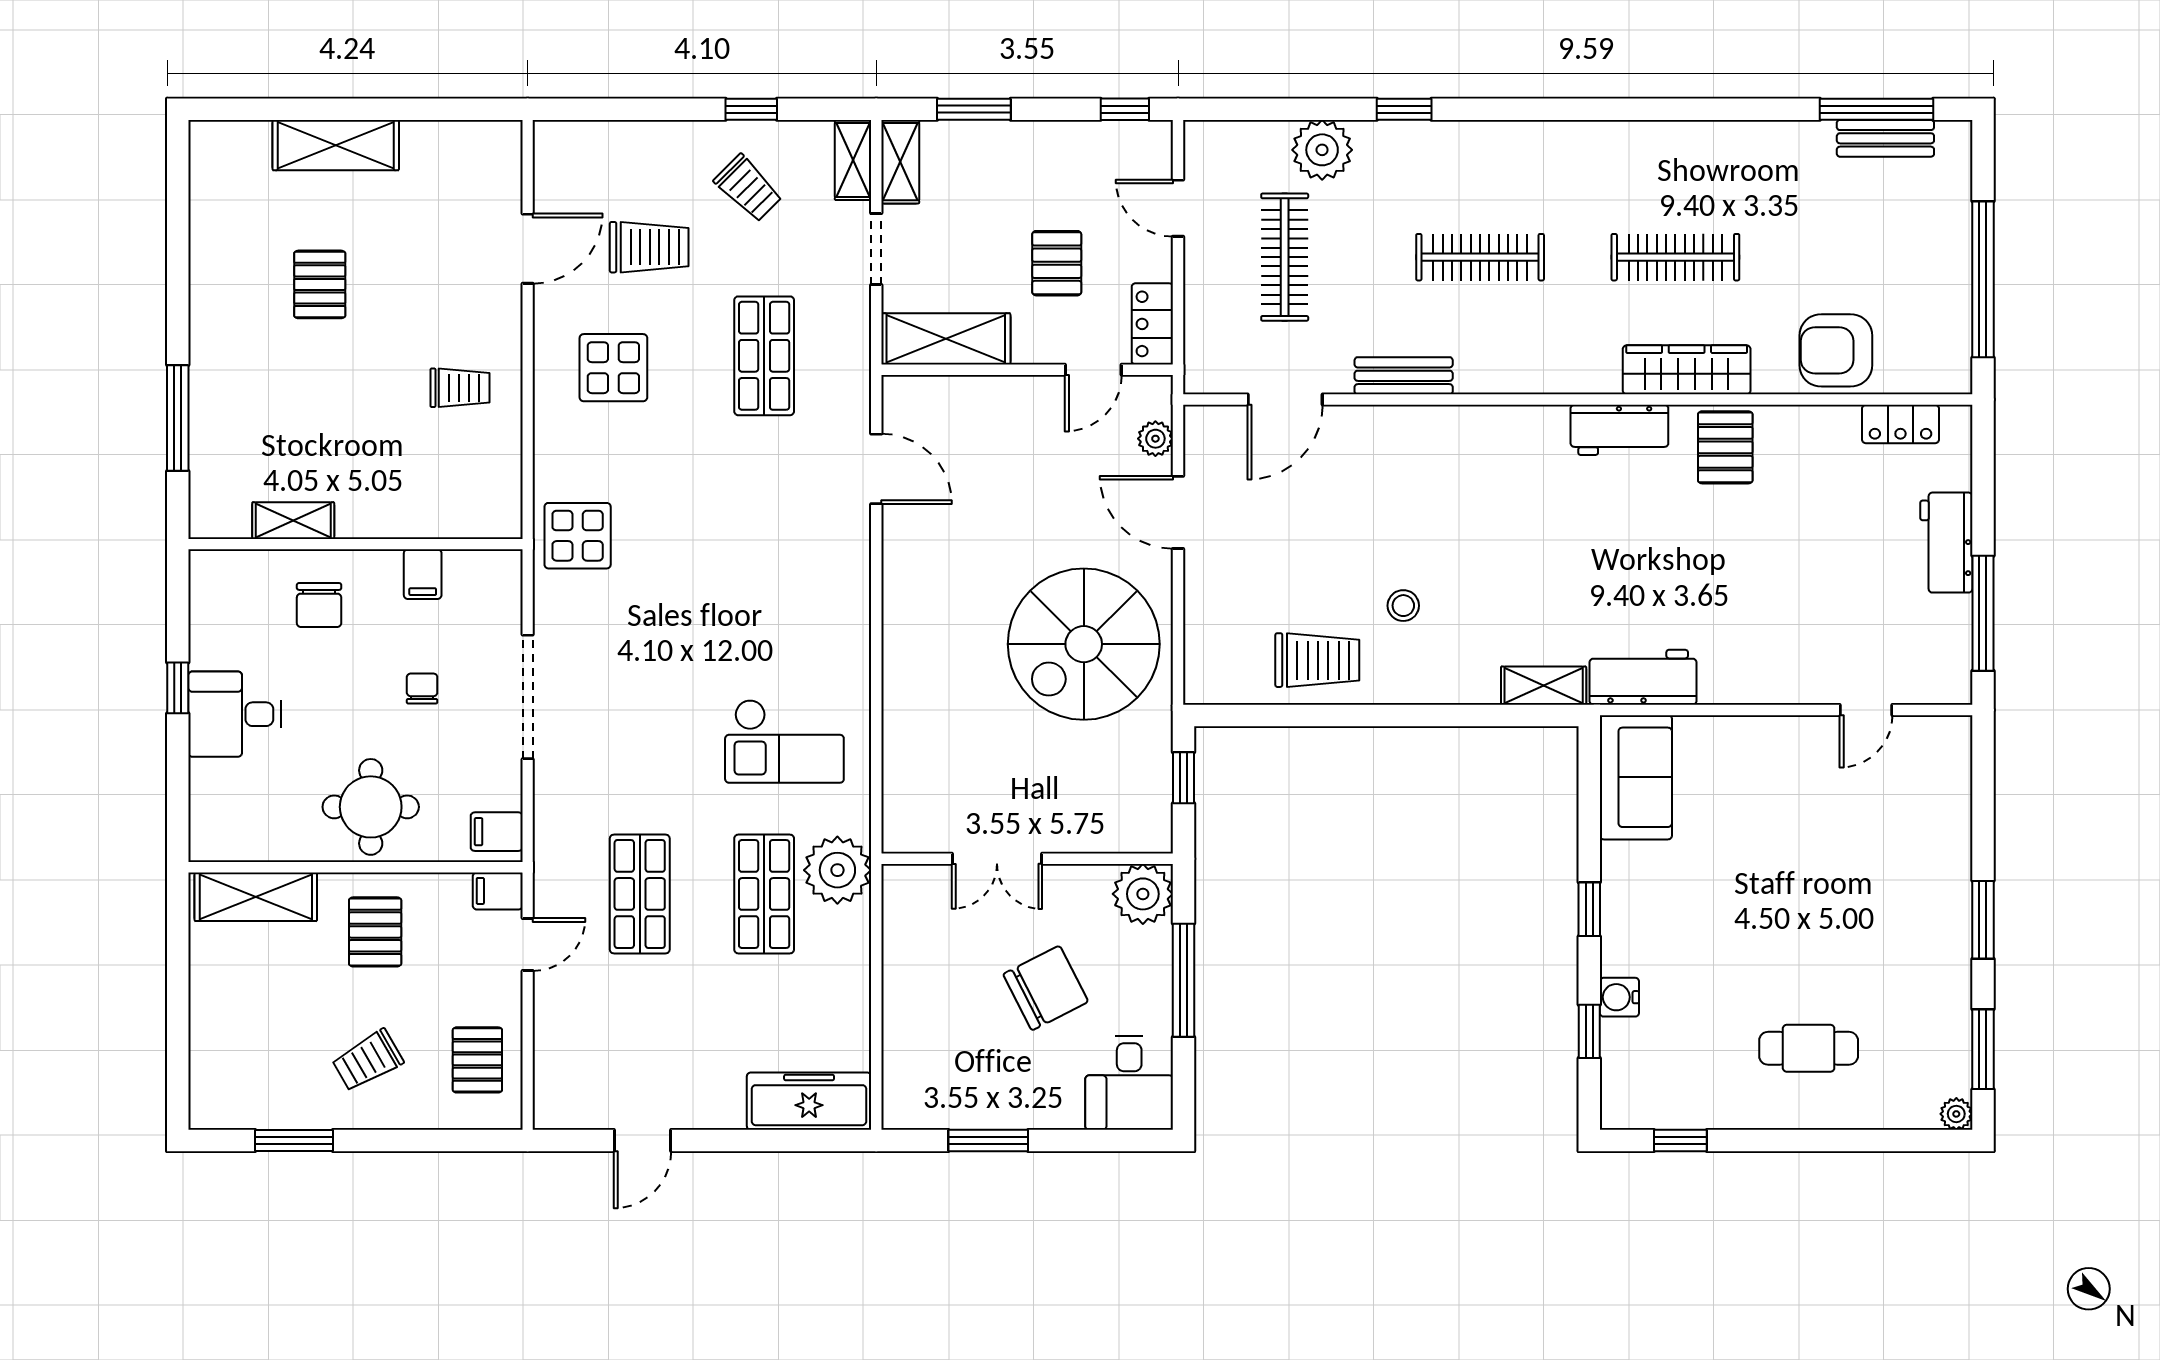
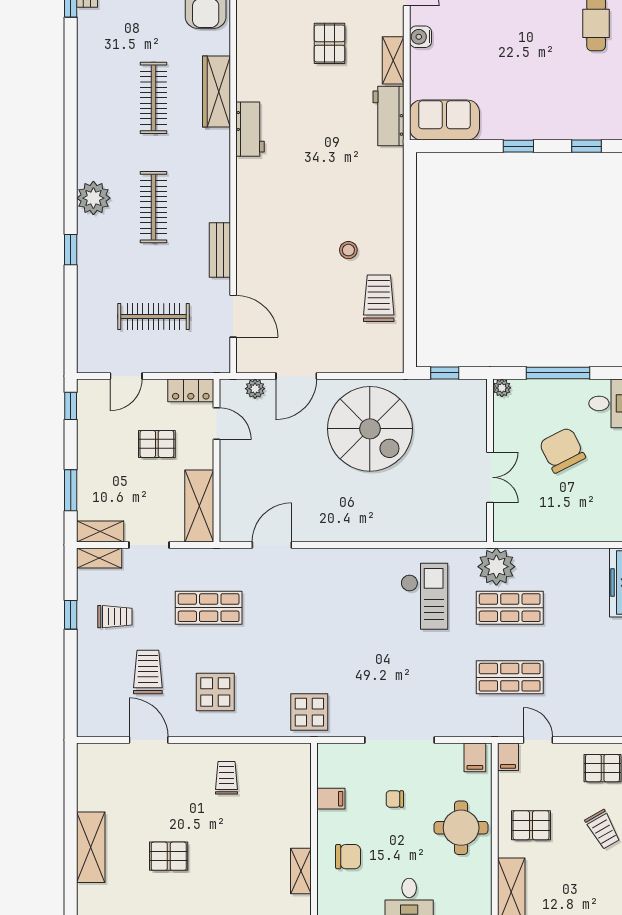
plant: (1322, 150) -> (93, 198), moved
trolley: (748, 188) -> (115, 617), turned 45
pallet: (1725, 447) -> (329, 43), moved, turned 90
shelving: (1544, 686) -> (393, 60), moved
plant: (1143, 894) -> (502, 388), width x0.53, depth x0.53
water cooler: (1619, 997) -> (421, 37), moved, turned 90

